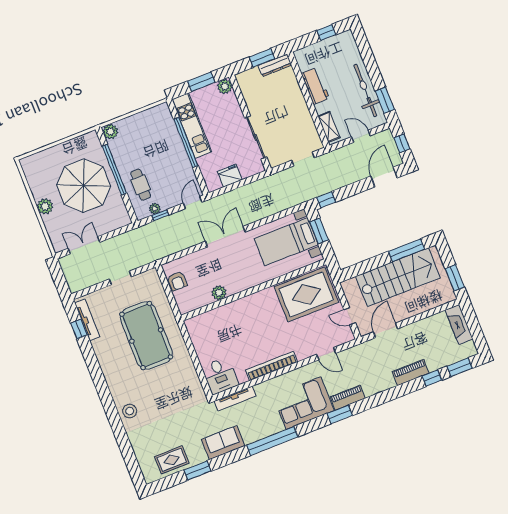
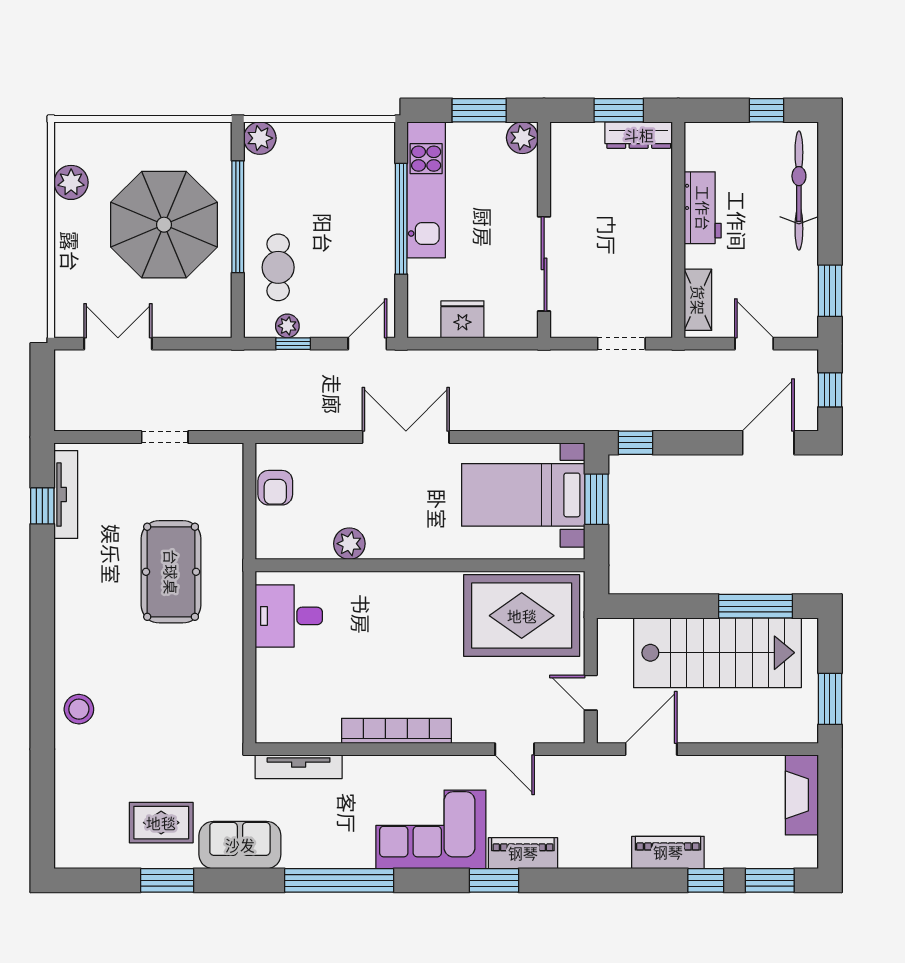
bicycle: (365, 90) -> (799, 190), moved
plant: (45, 206) -> (71, 182), moved
pool table: (146, 336) -> (171, 572), width x0.73, depth x0.76
desk: (220, 376) -> (289, 616), moved, turned 90
rug: (172, 460) -> (161, 823), moved

